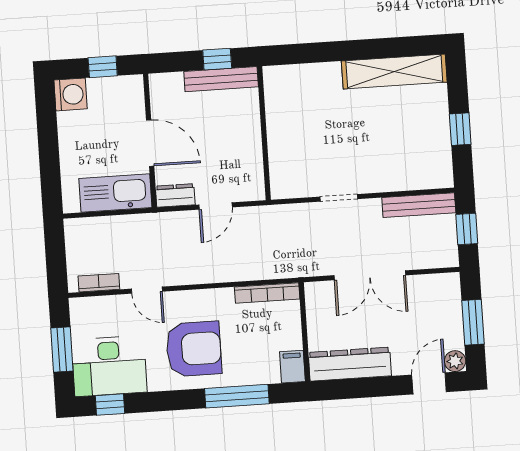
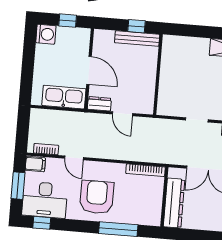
door: (216, 206) -> (122, 114), hinge flipped
armchair: (194, 349) -> (97, 197), turned -90
dresser: (350, 364) -> (174, 203), moved, turned 90
filing cabinet: (292, 367) -> (35, 164), moved, turned 90

